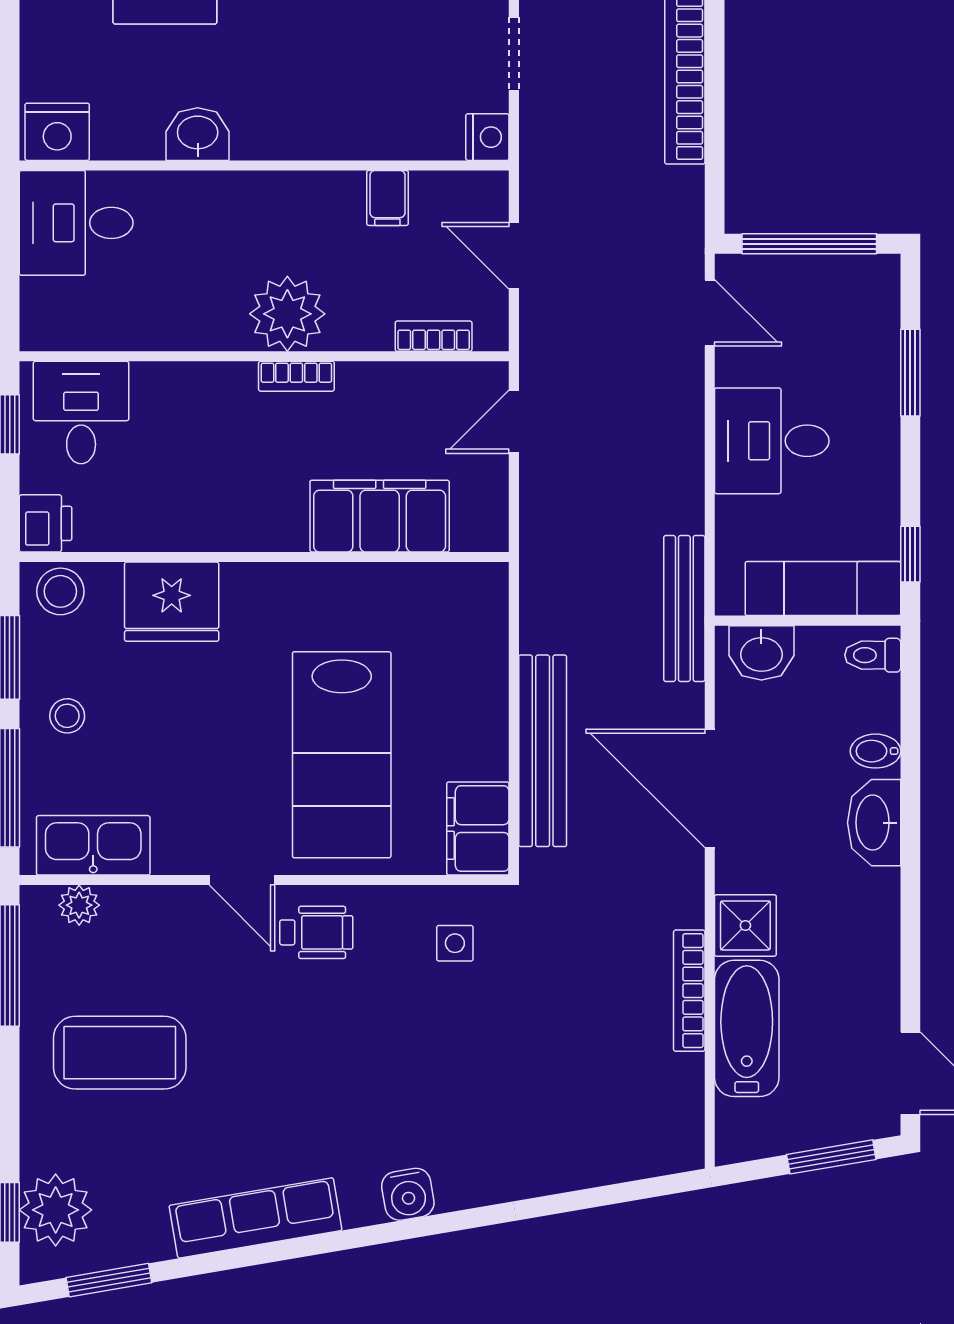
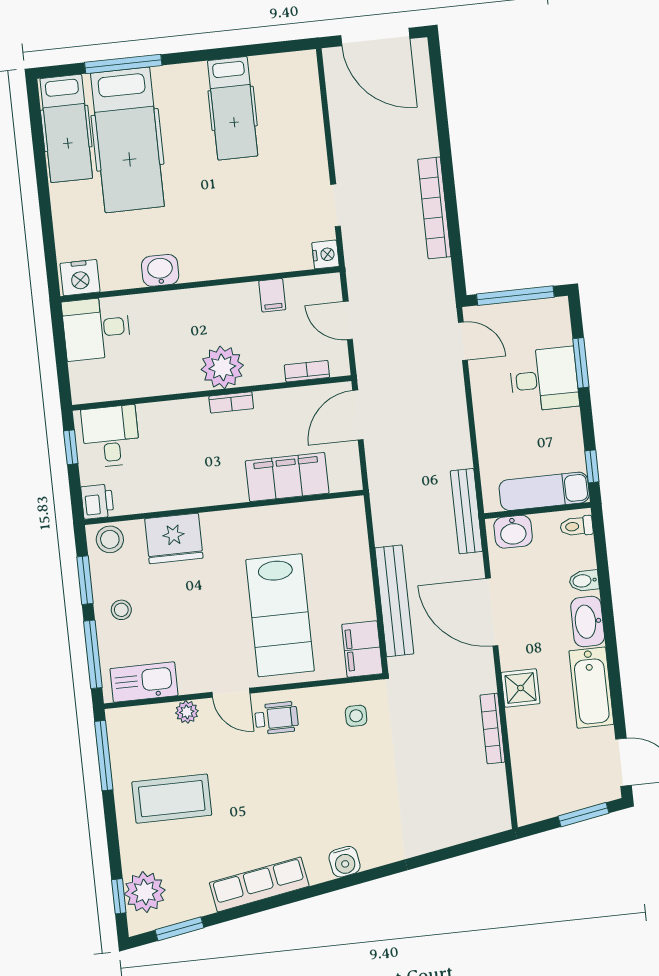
door: (514, 422) -> (358, 415), width x1.38
desk: (772, 441) -> (544, 379), moved, turned 180
plant: (79, 905) -> (187, 712), moved
bathtub: (747, 1028) -> (591, 688), moved, turned 180

